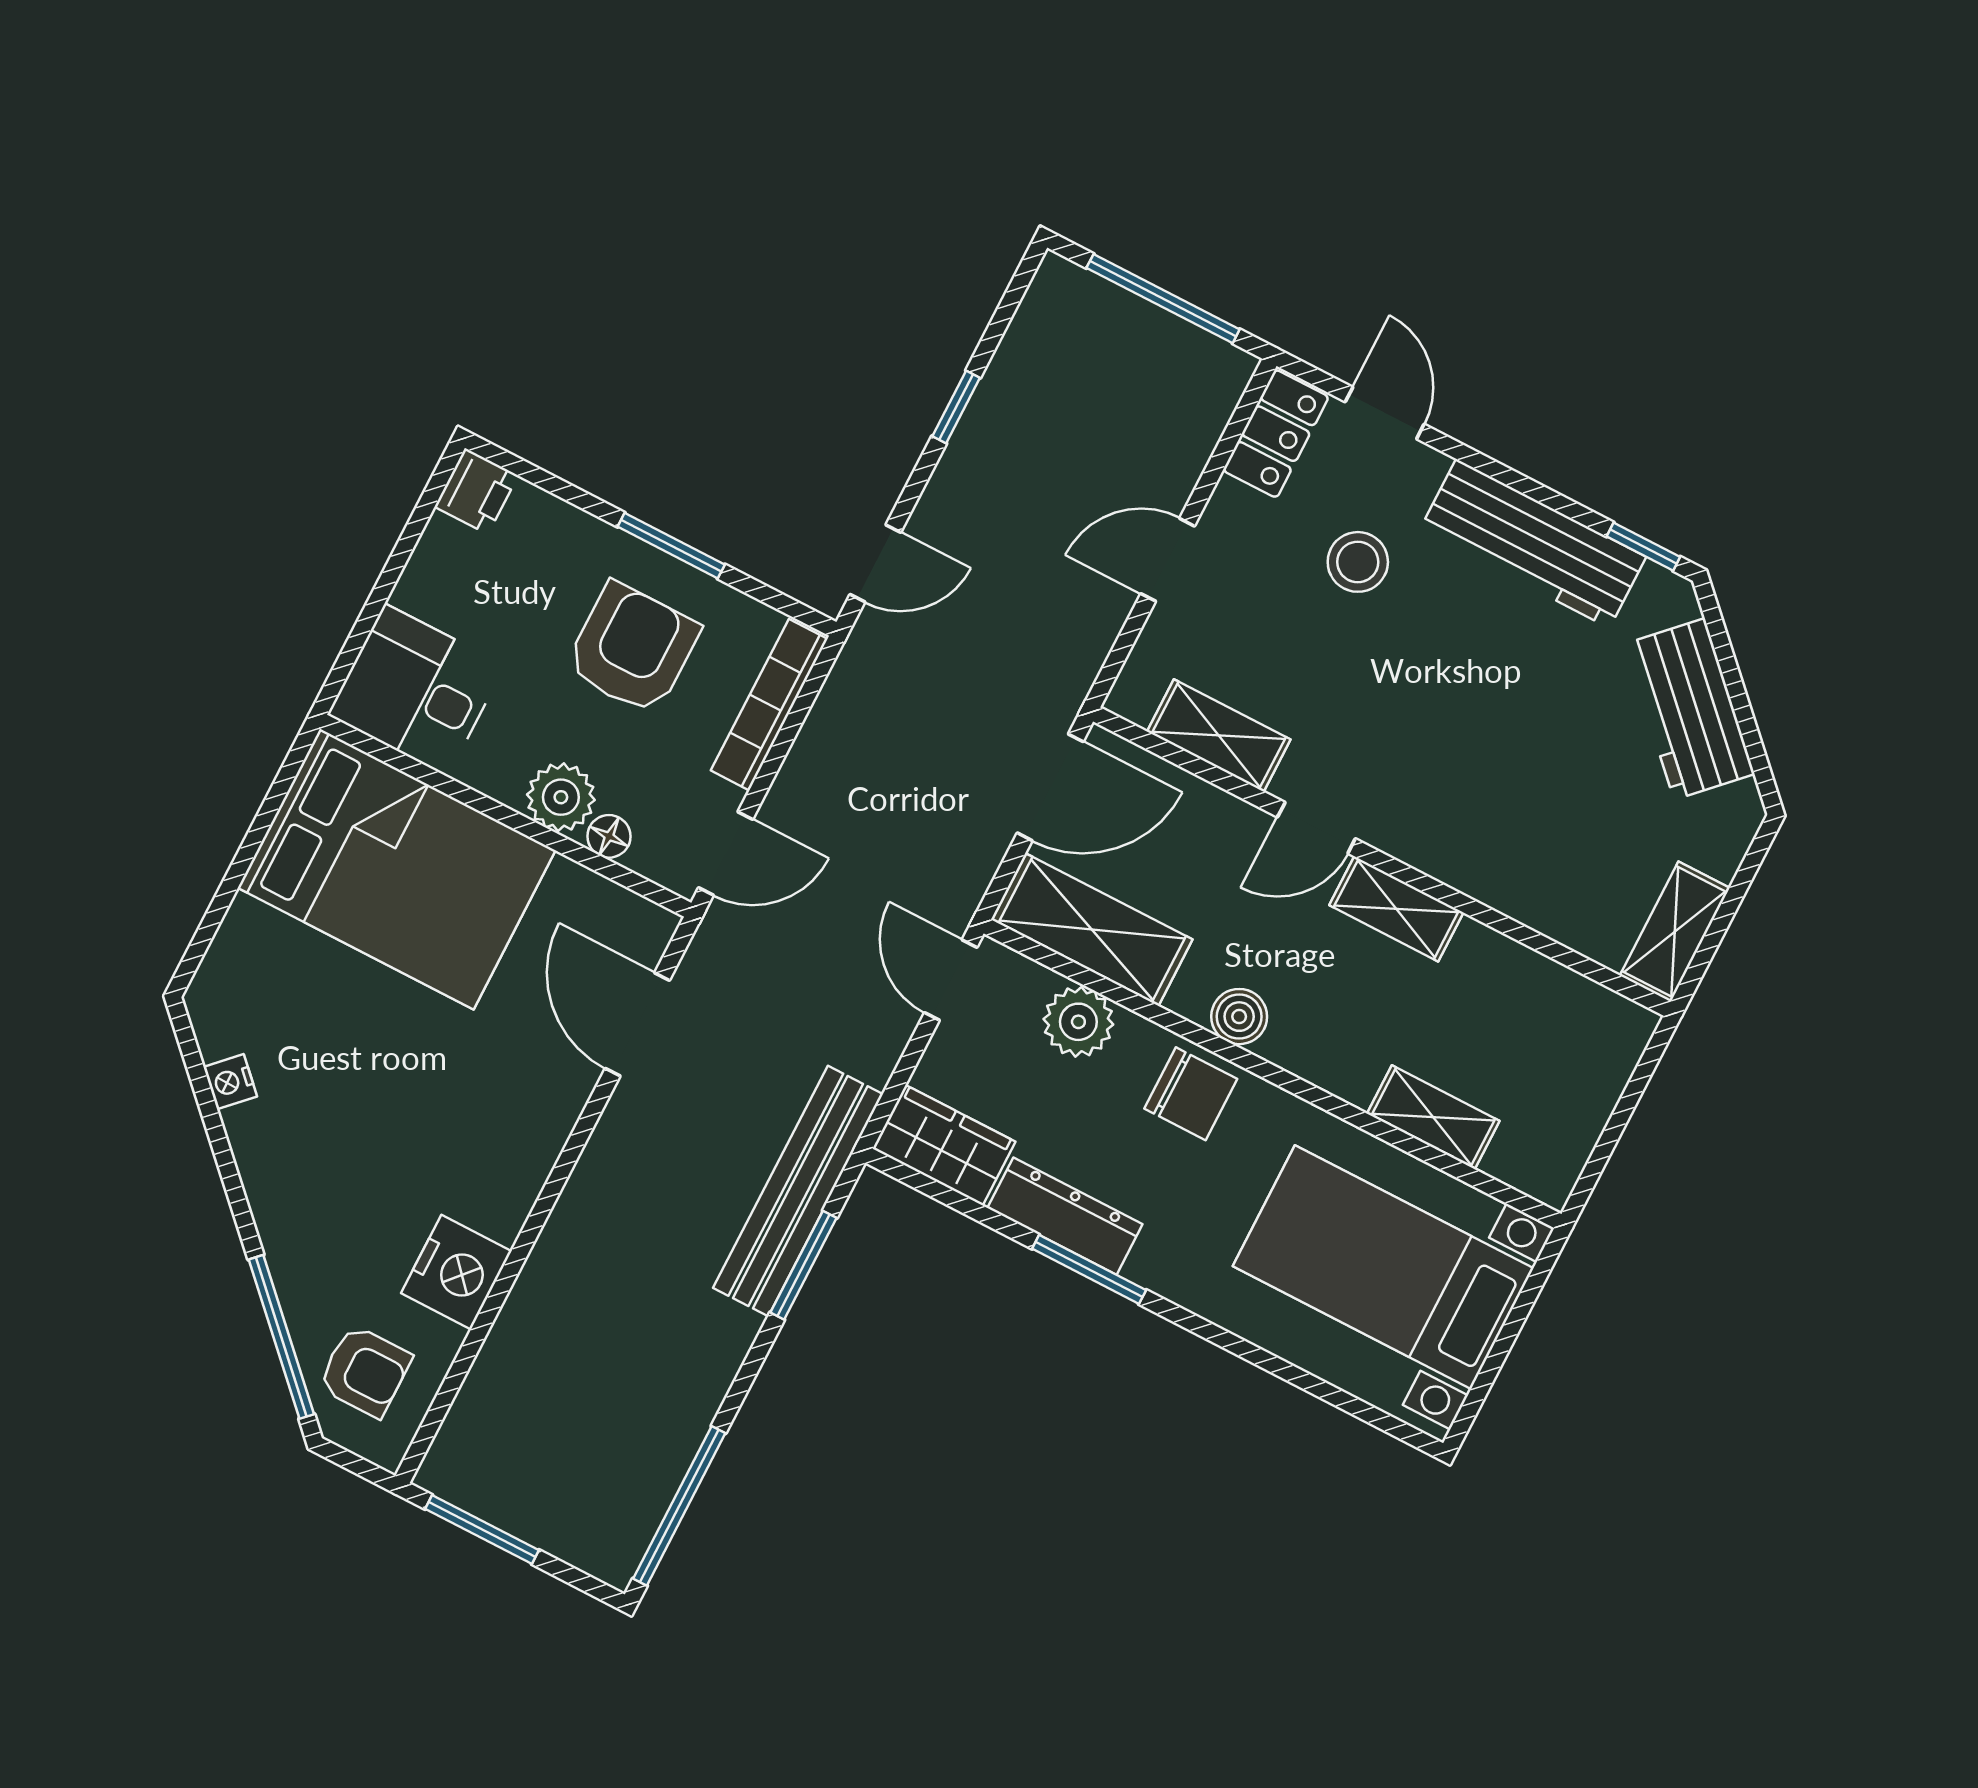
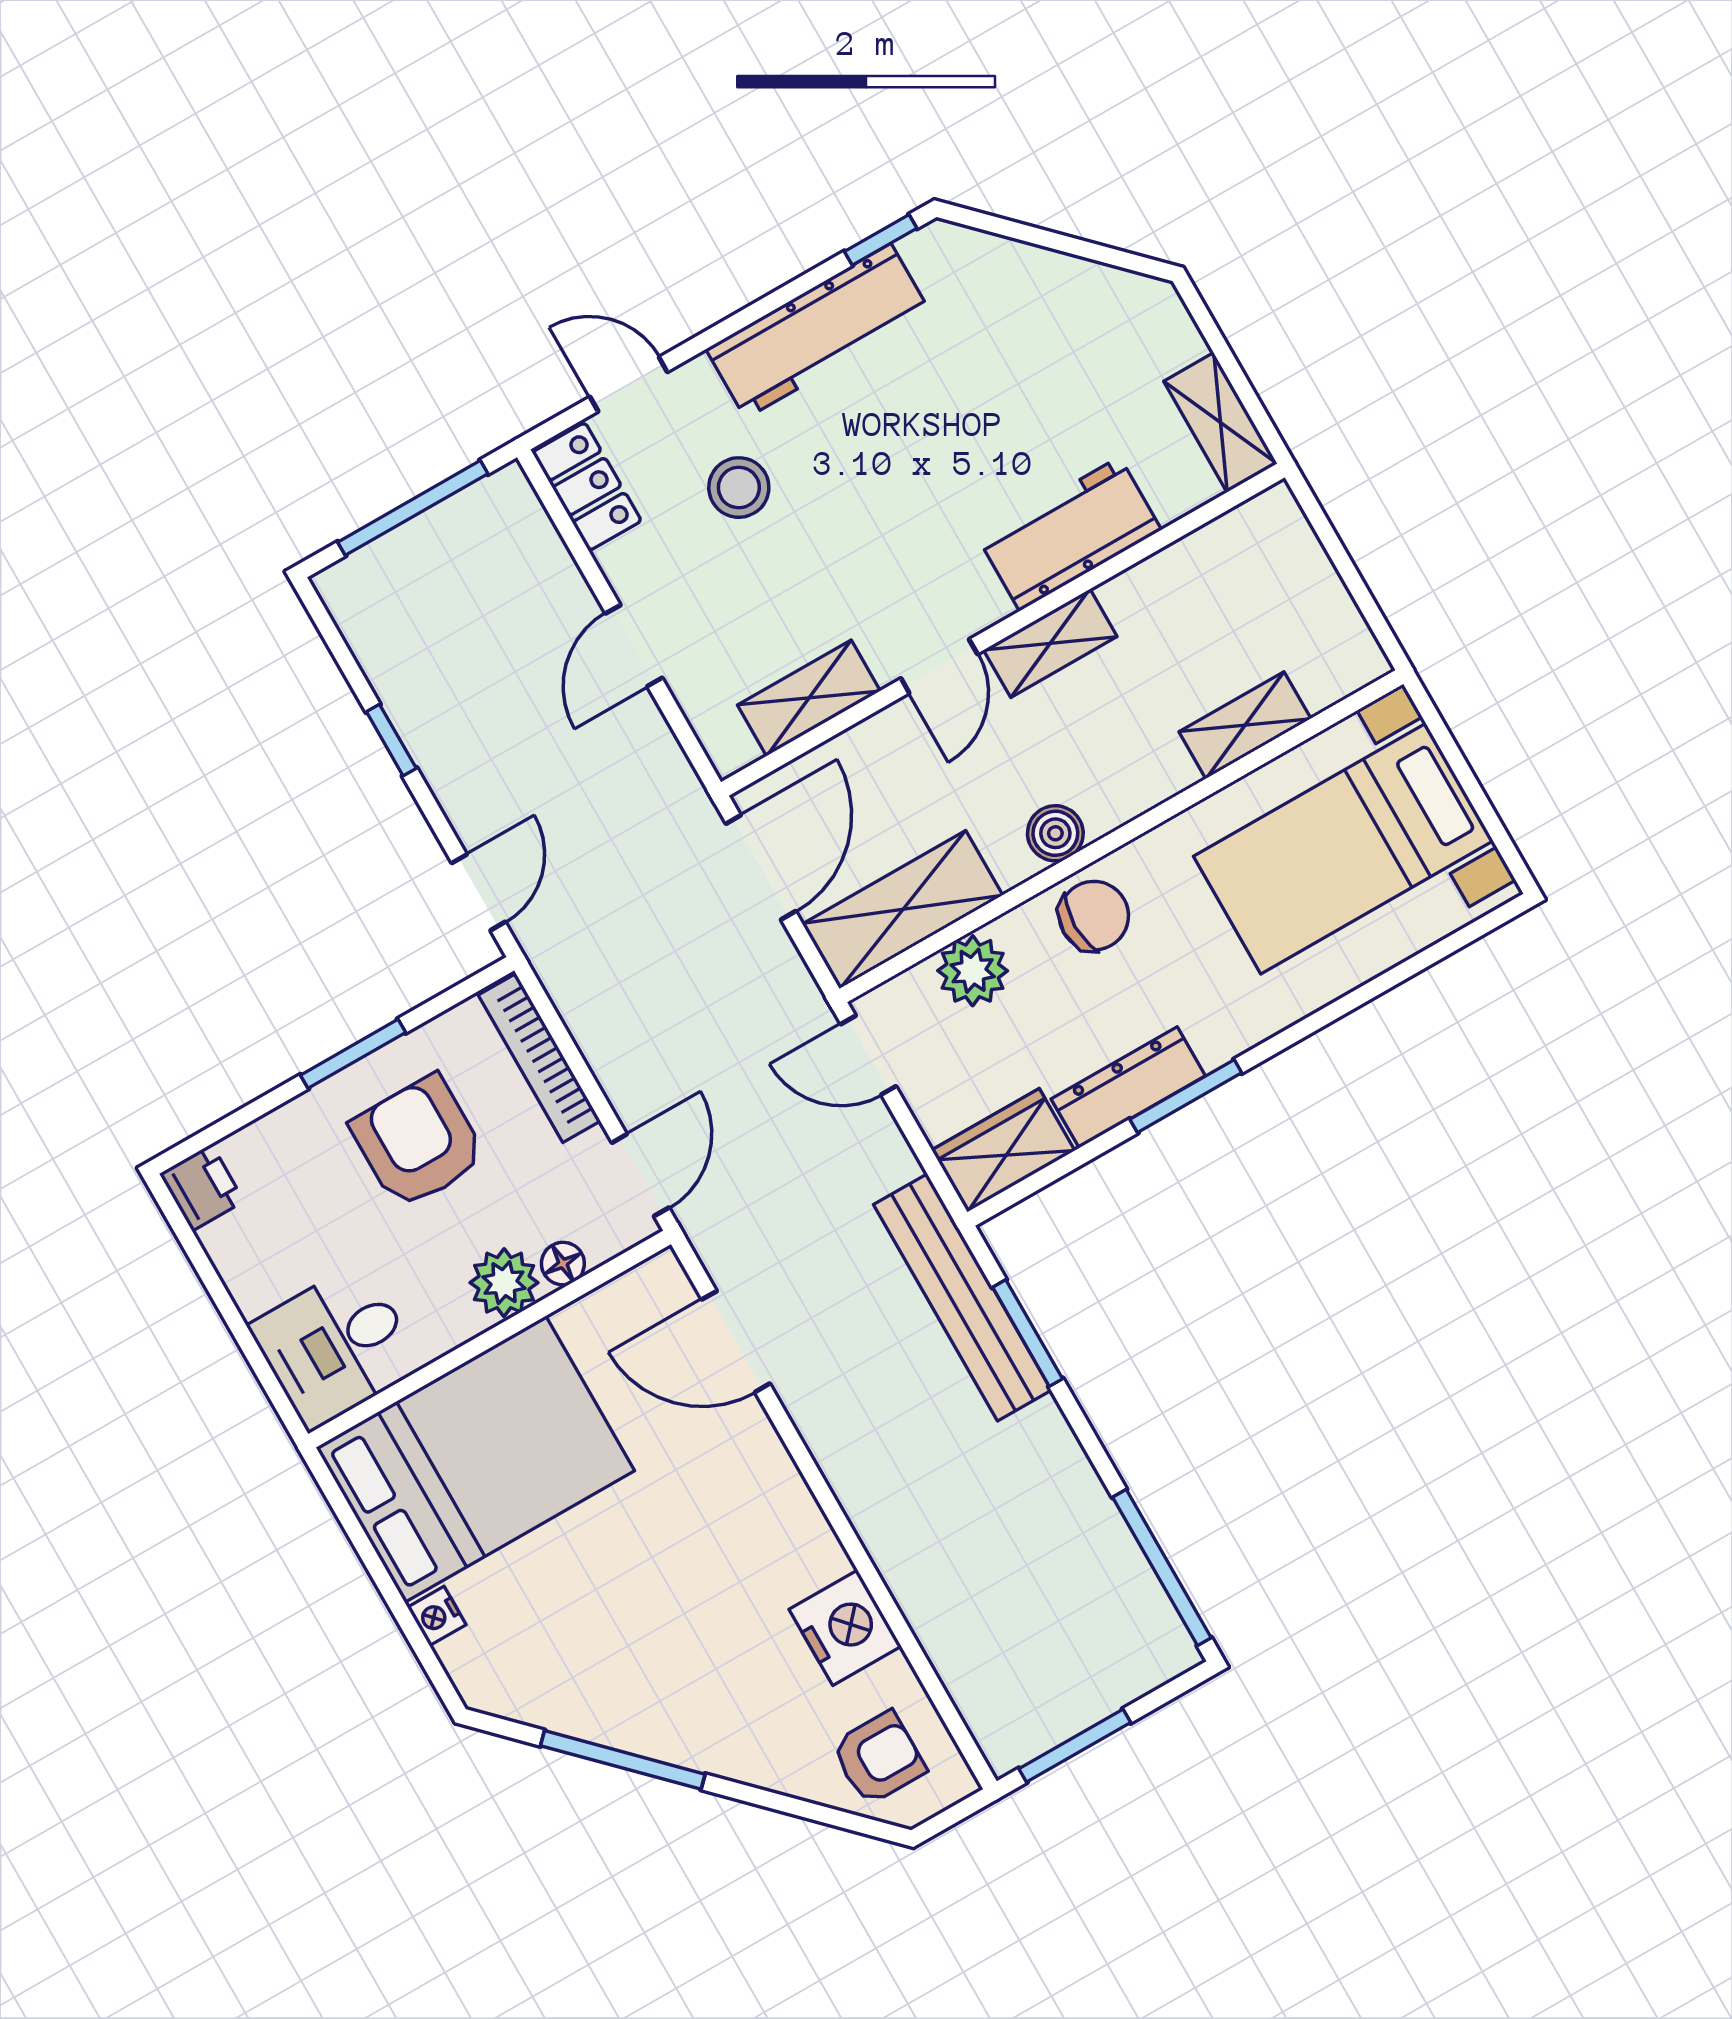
workbench: (1690, 709) -> (1070, 534), moved, turned 135
nightstand: (230, 1082) -> (437, 1616), moved, turned 45
window: (281, 1337) -> (623, 1760), moved

